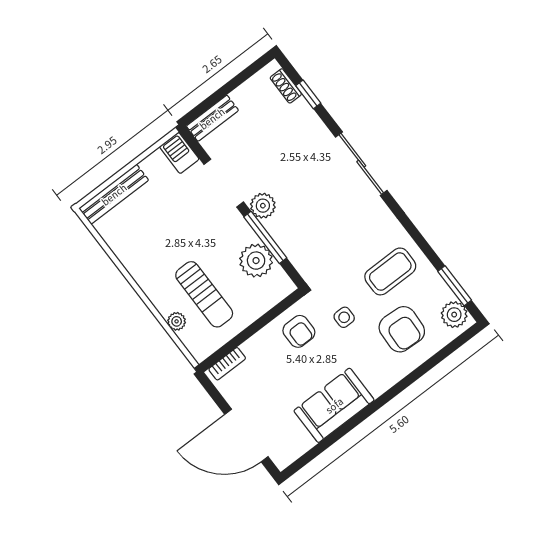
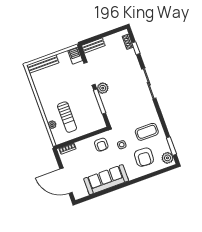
plant: (256, 261) -> (93, 110), removed
sofa: (334, 405) -> (106, 180), width x1.36

